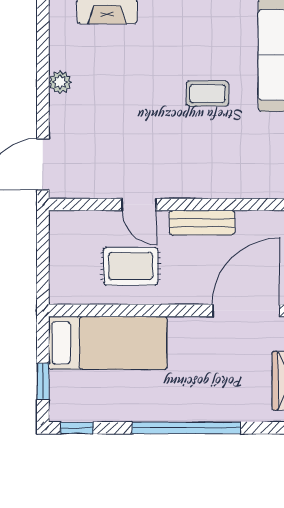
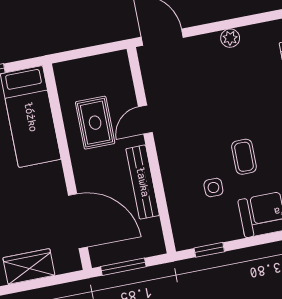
side table: (238, 138) -> (213, 188), added
bench: (202, 223) -> (143, 182), width x1.36

